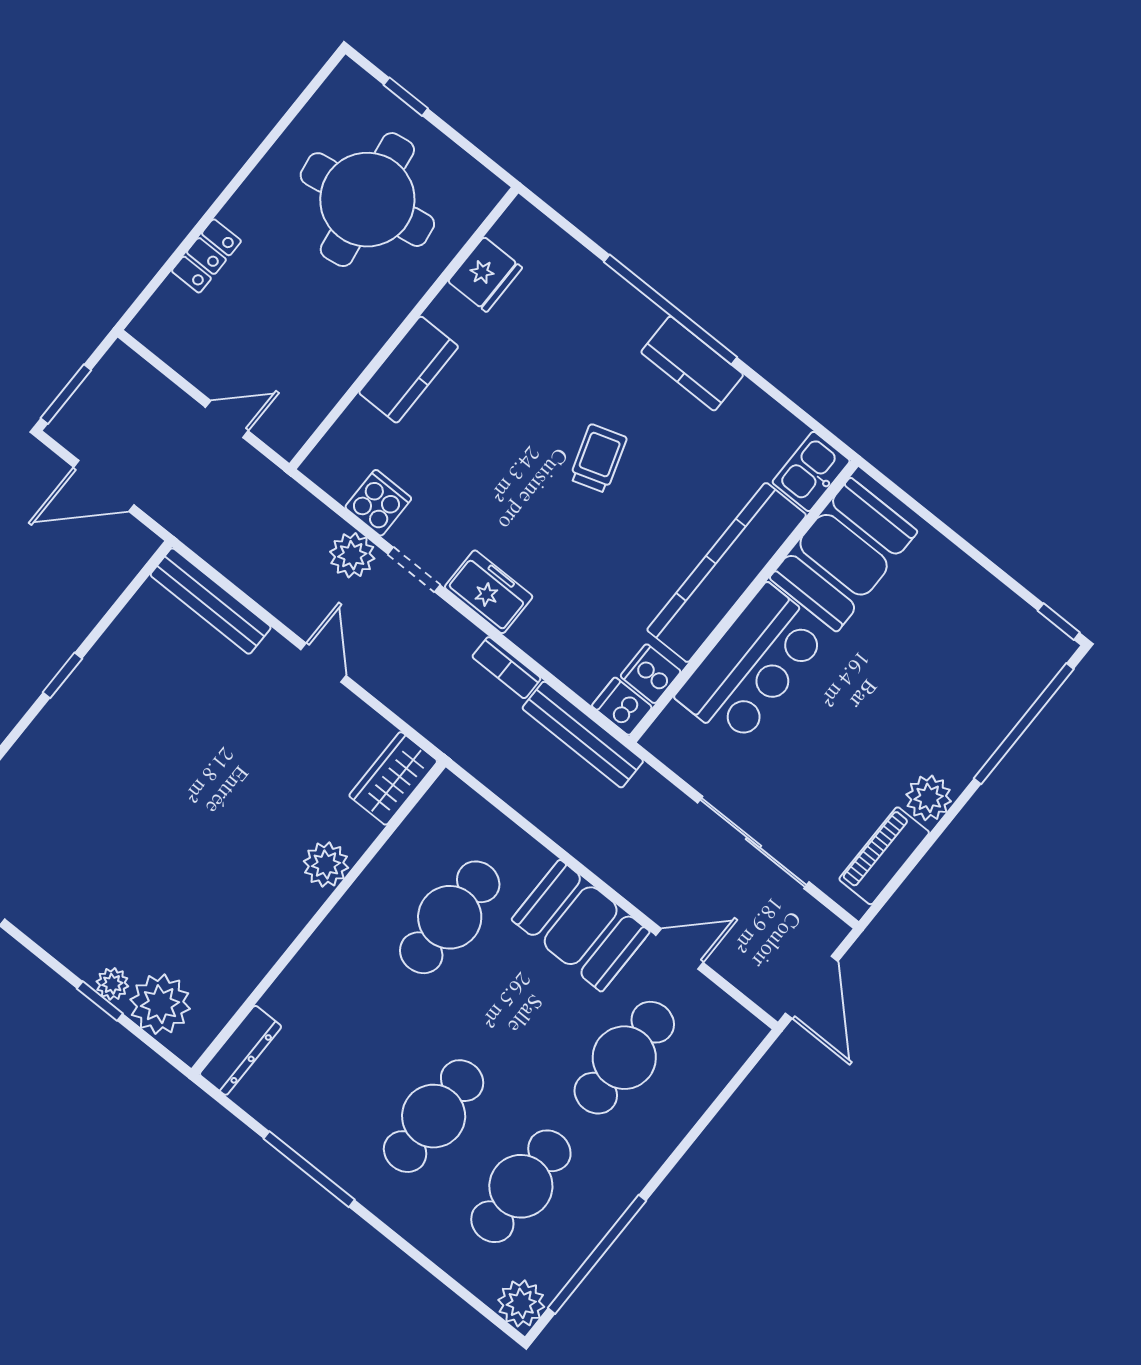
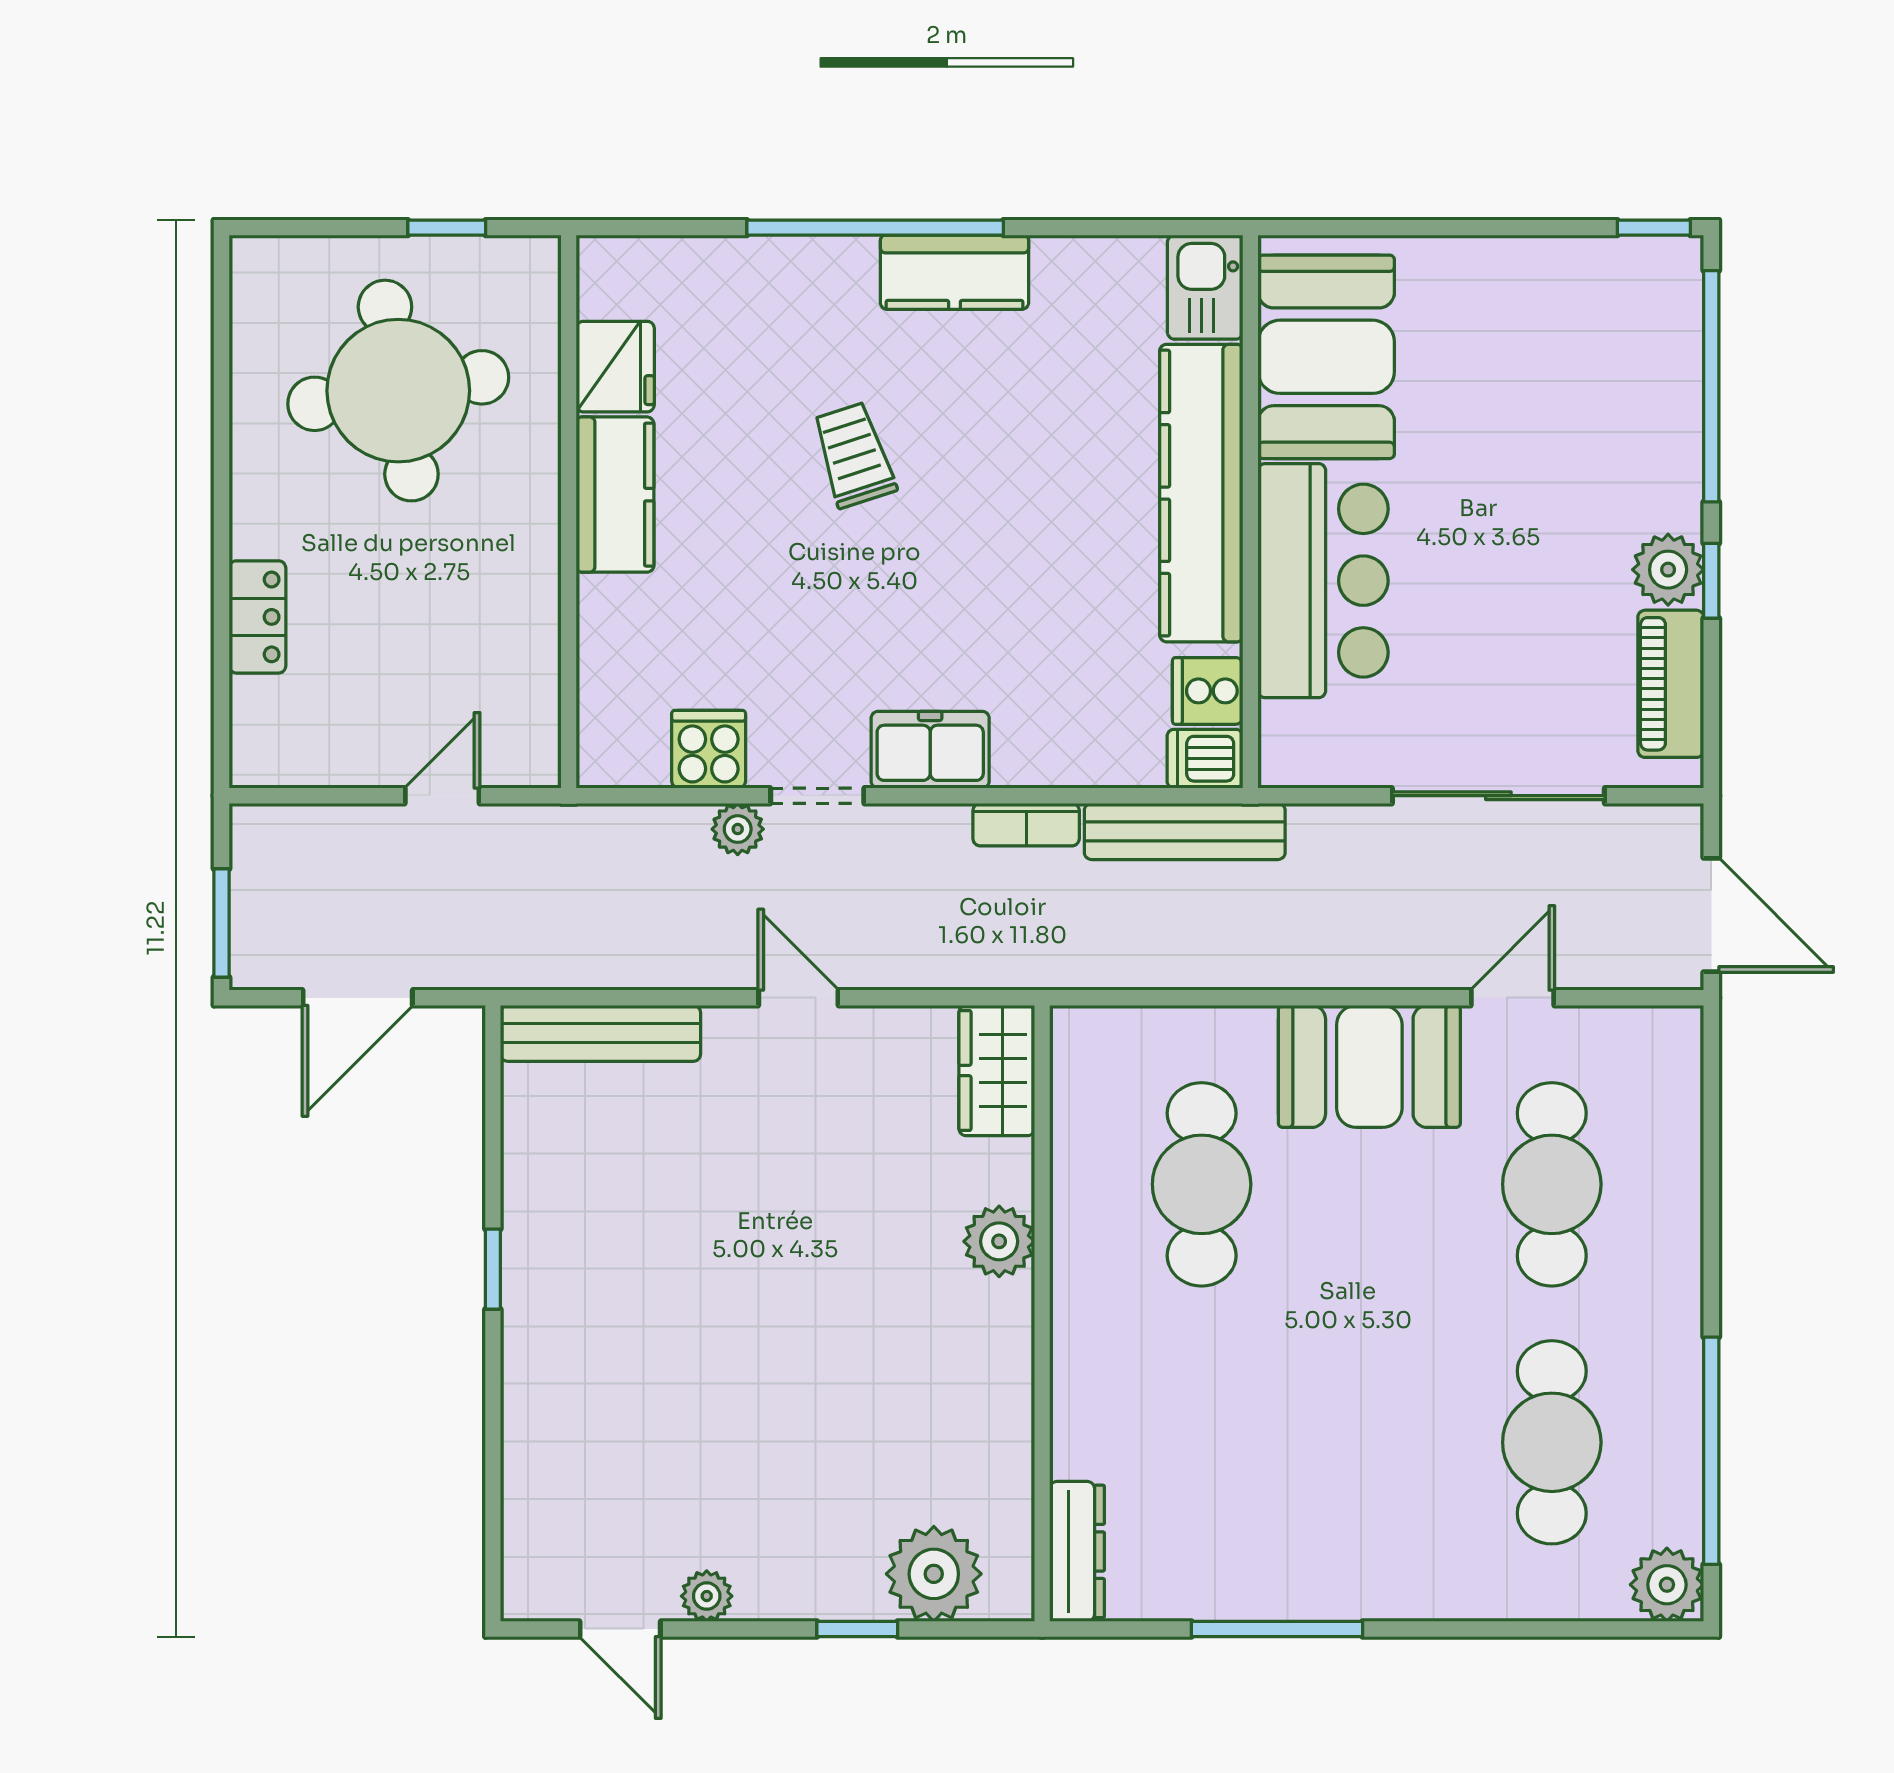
window: (406, 97) -> (447, 228), moved
kitchen counter: (409, 370) -> (615, 495), moved
trolley: (598, 458) -> (854, 455), moved
plant: (352, 555) -> (738, 829), width x0.73, depth x0.73
window: (946, 821) -> (1711, 581), added
plant: (112, 984) -> (707, 1596), moved
cafe table: (434, 1116) -> (1377, 1442), removed

